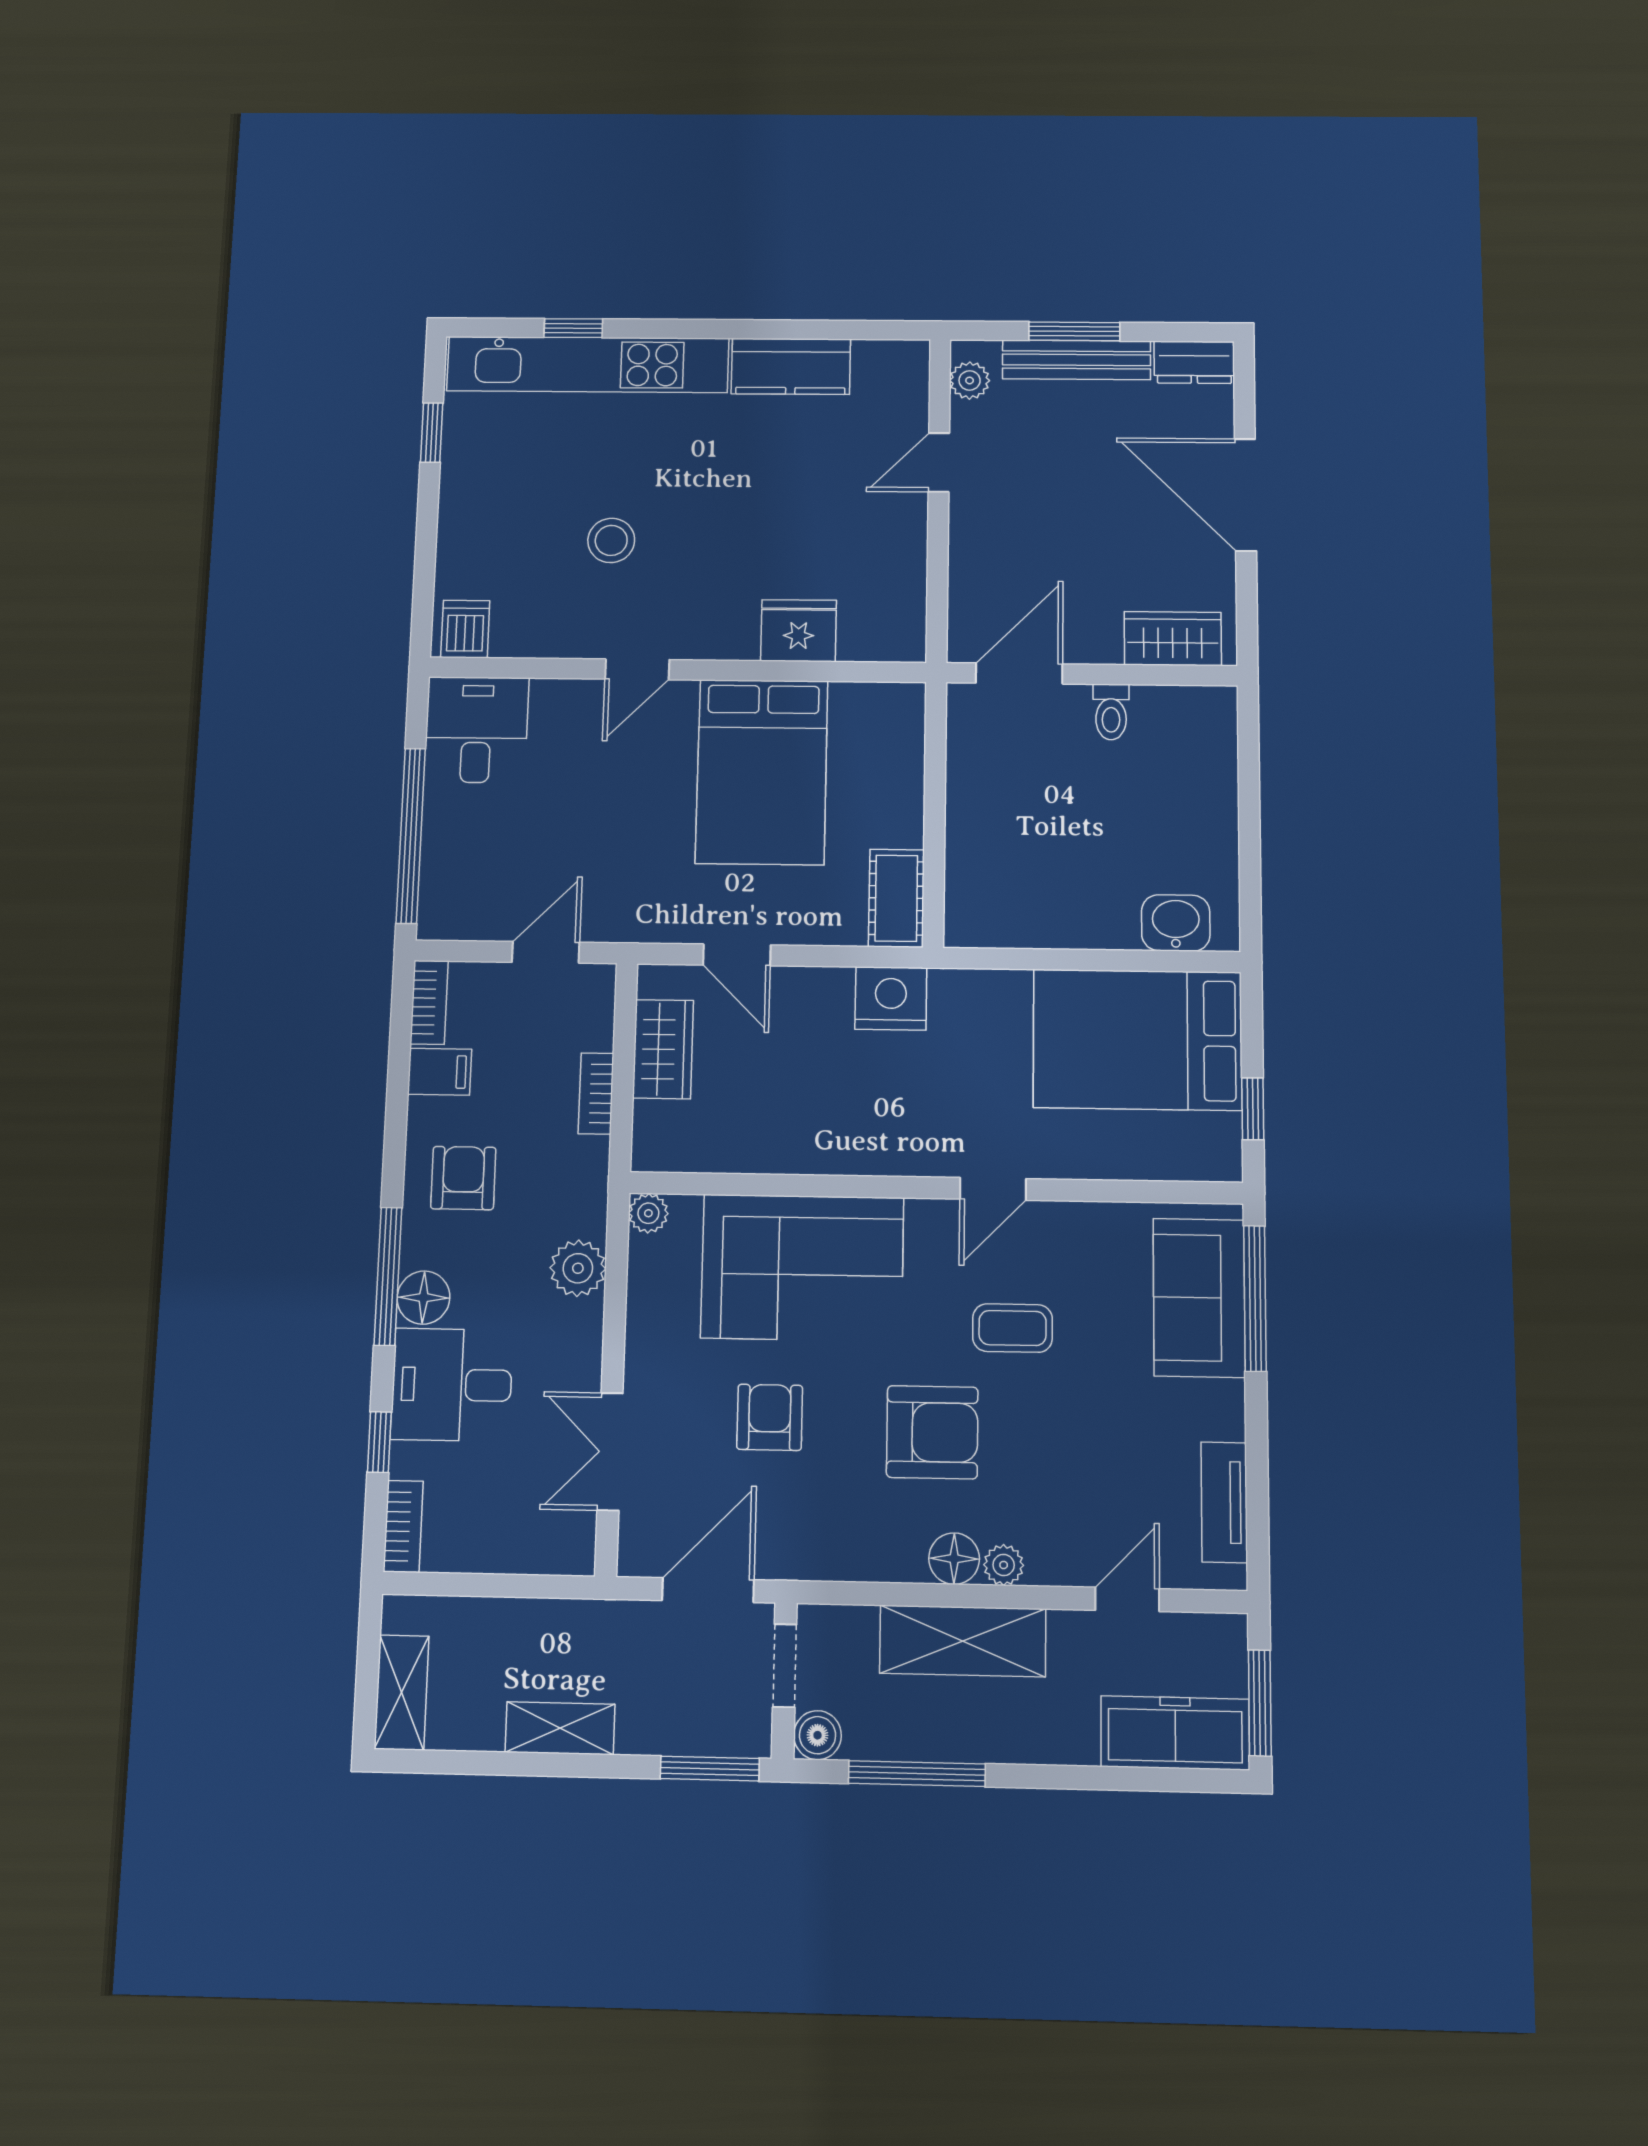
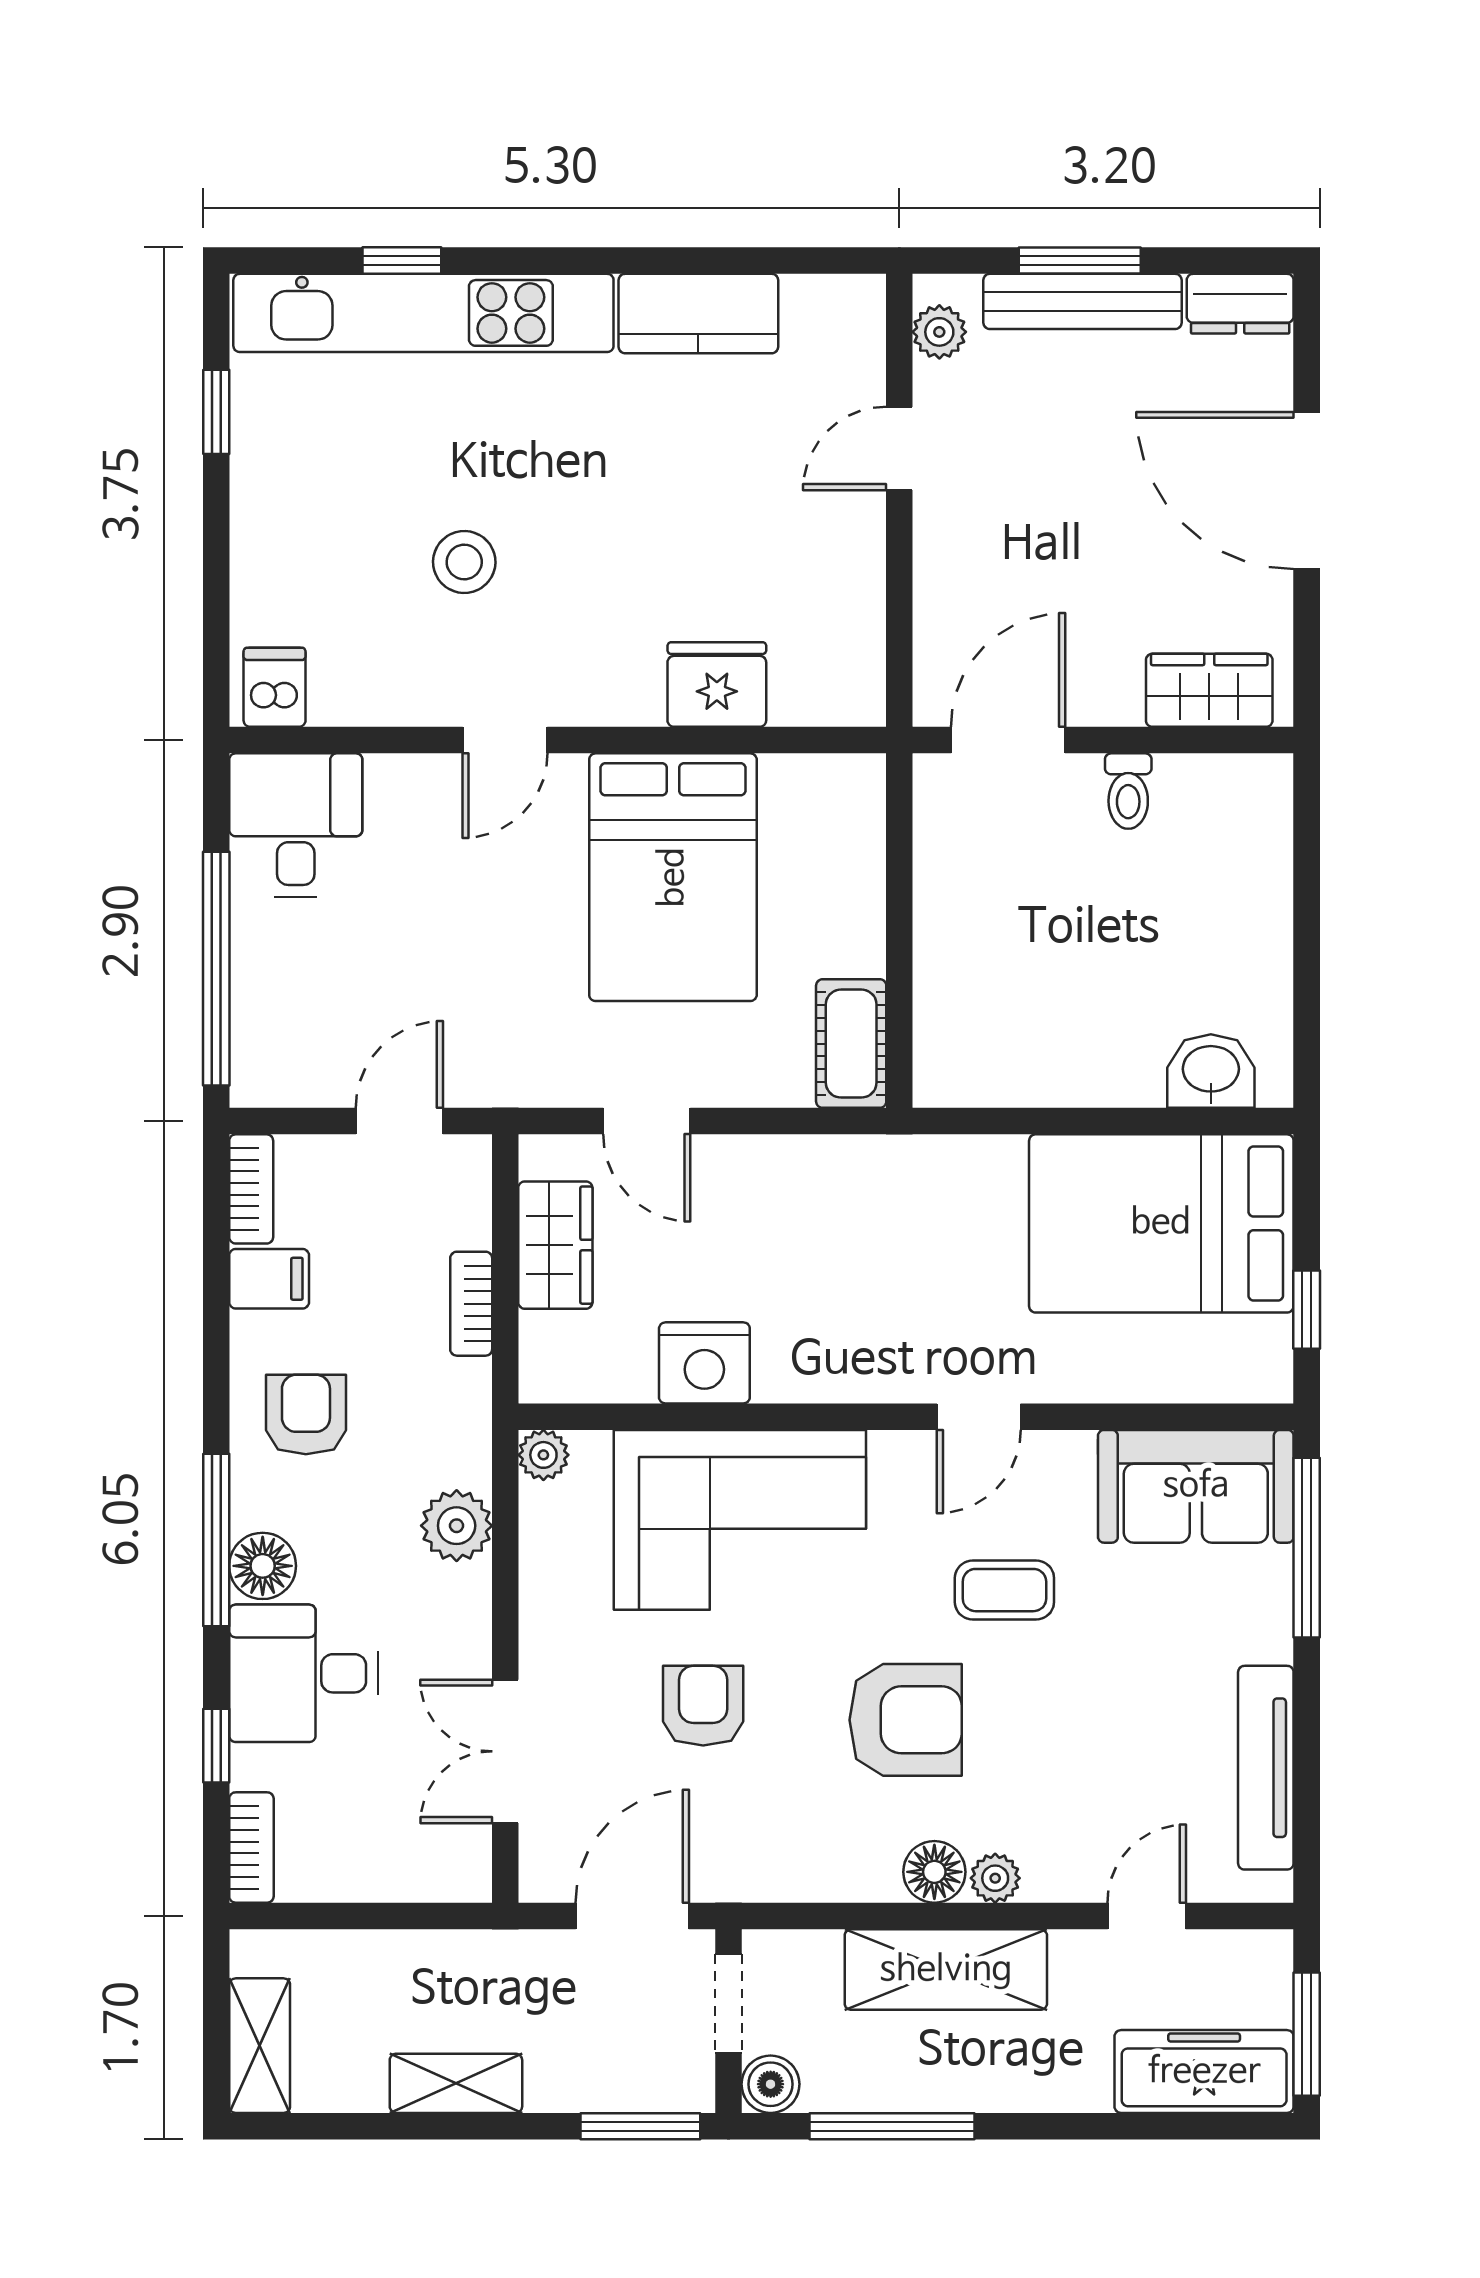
nightstand: (891, 998) -> (704, 1363), moved, turned 180
sofa: (1199, 1298) -> (1196, 1486), moved, turned -90
tv unit: (1224, 1502) -> (1266, 1768), width x1.41

